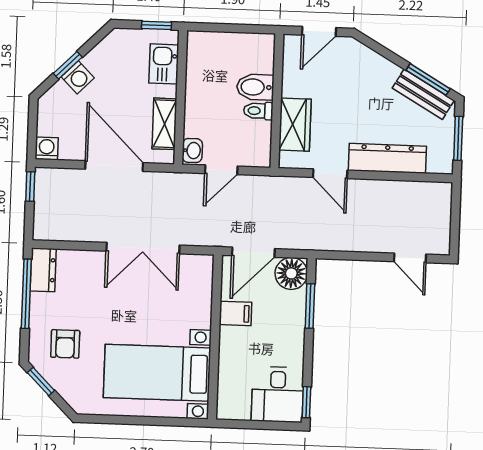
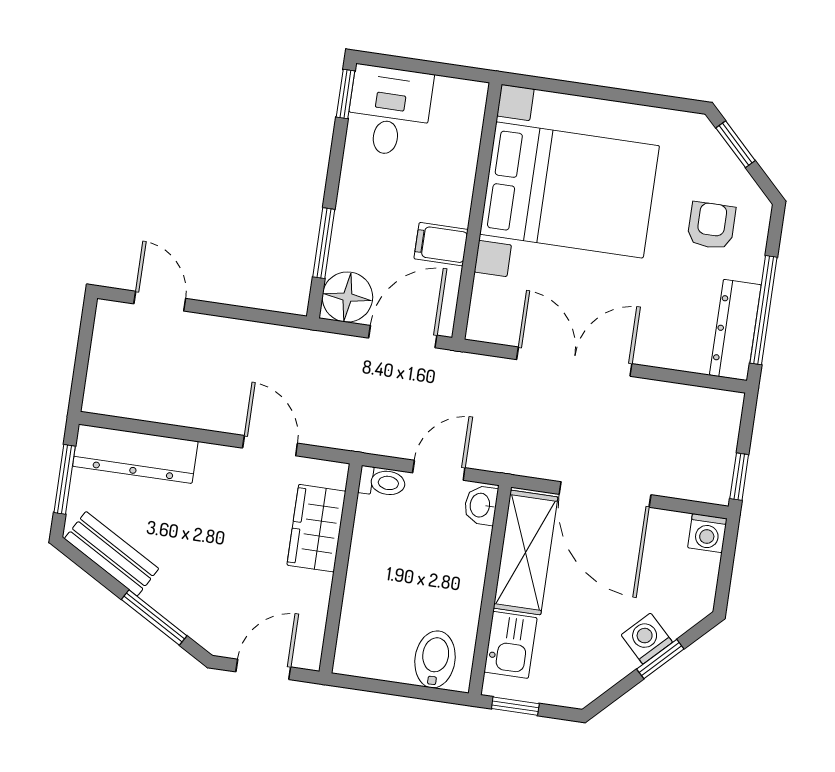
window: (428, 79) -> (154, 618), moved
bidet: (255, 87) -> (435, 659), moved, turned -90
toilet: (258, 111) -> (382, 482), moved
shelving: (164, 124) -> (526, 552), width x1.50, depth x1.33
dresser: (387, 158) -> (135, 454), moved
dresser: (43, 270) -> (735, 330), width x1.44
bed with nightstands: (157, 373) -> (570, 190), width x1.36
window: (41, 381) -> (736, 144), moved

